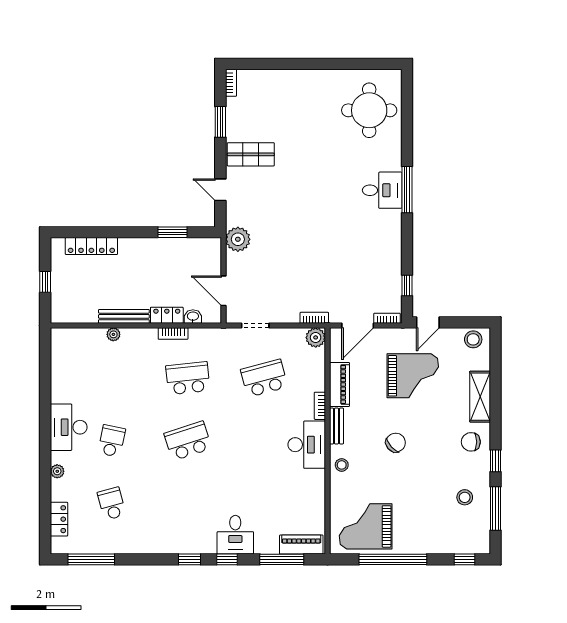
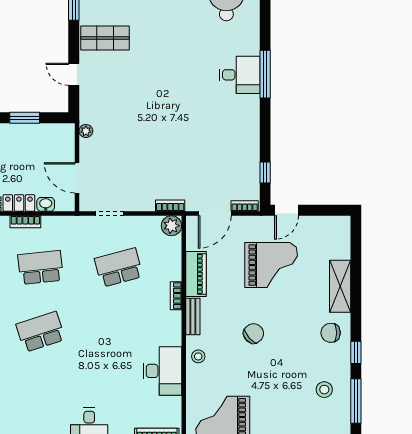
plant: (238, 239) -> (86, 131), width x0.53, depth x0.53
stool: (473, 339) -> (333, 228), removed
desk: (307, 445) -> (162, 371), moved

